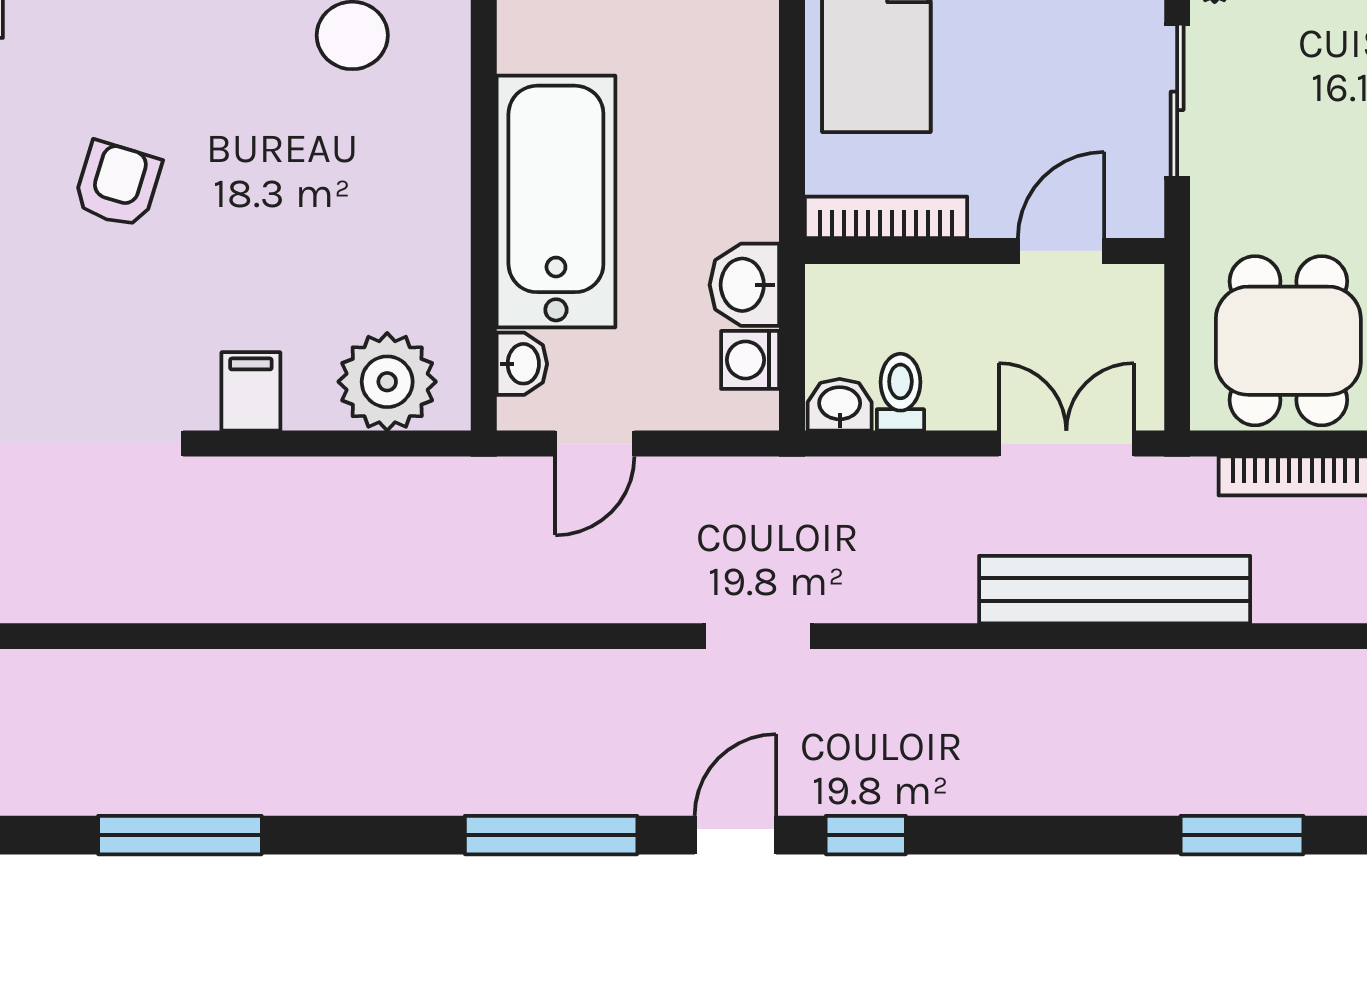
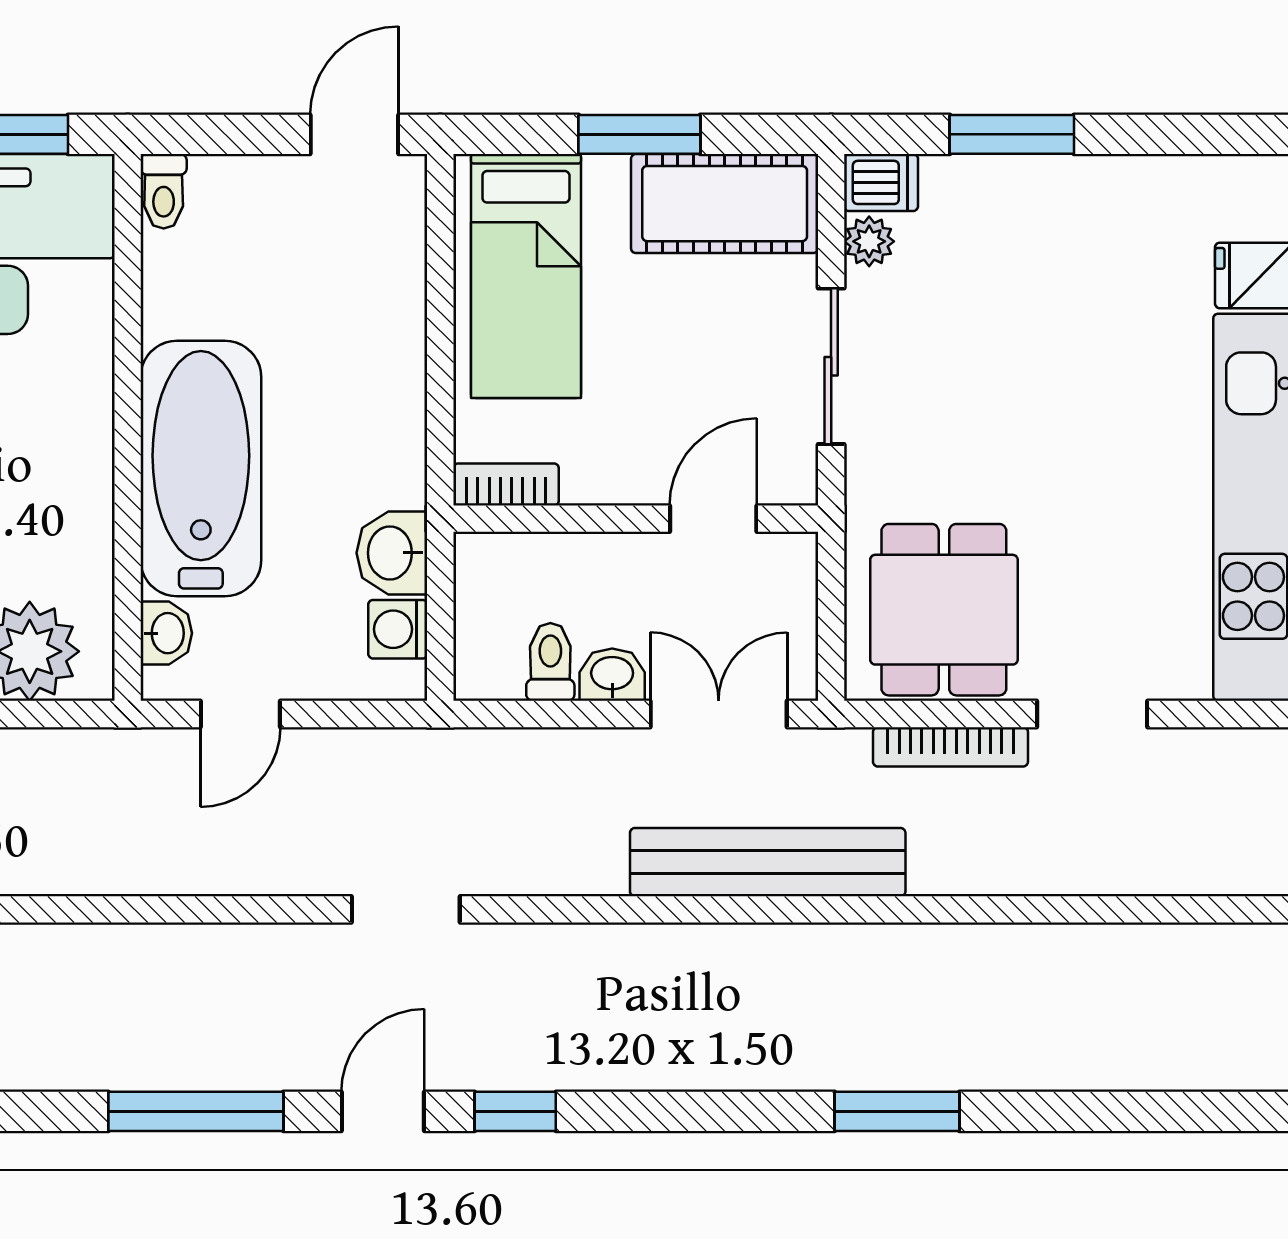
bookcase: (886, 217) -> (506, 484), width x0.64
washbasin: (840, 405) -> (612, 675), moved

